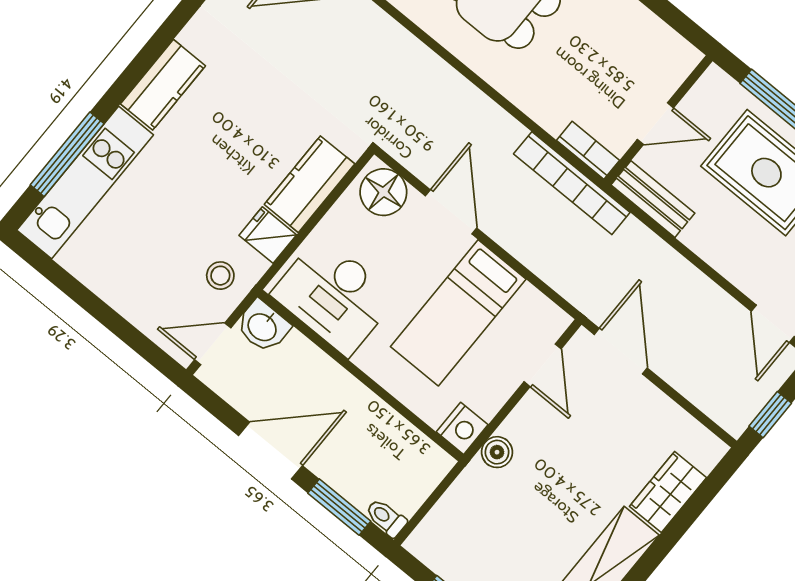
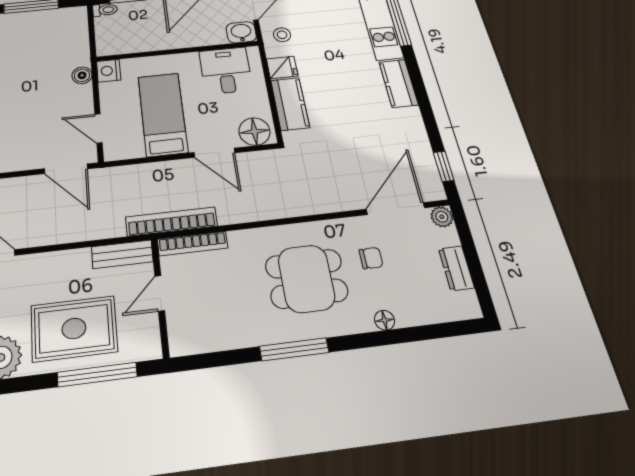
bookcase: (588, 150) -> (193, 244), width x1.56
desk: (334, 296) -> (226, 71), width x0.73

